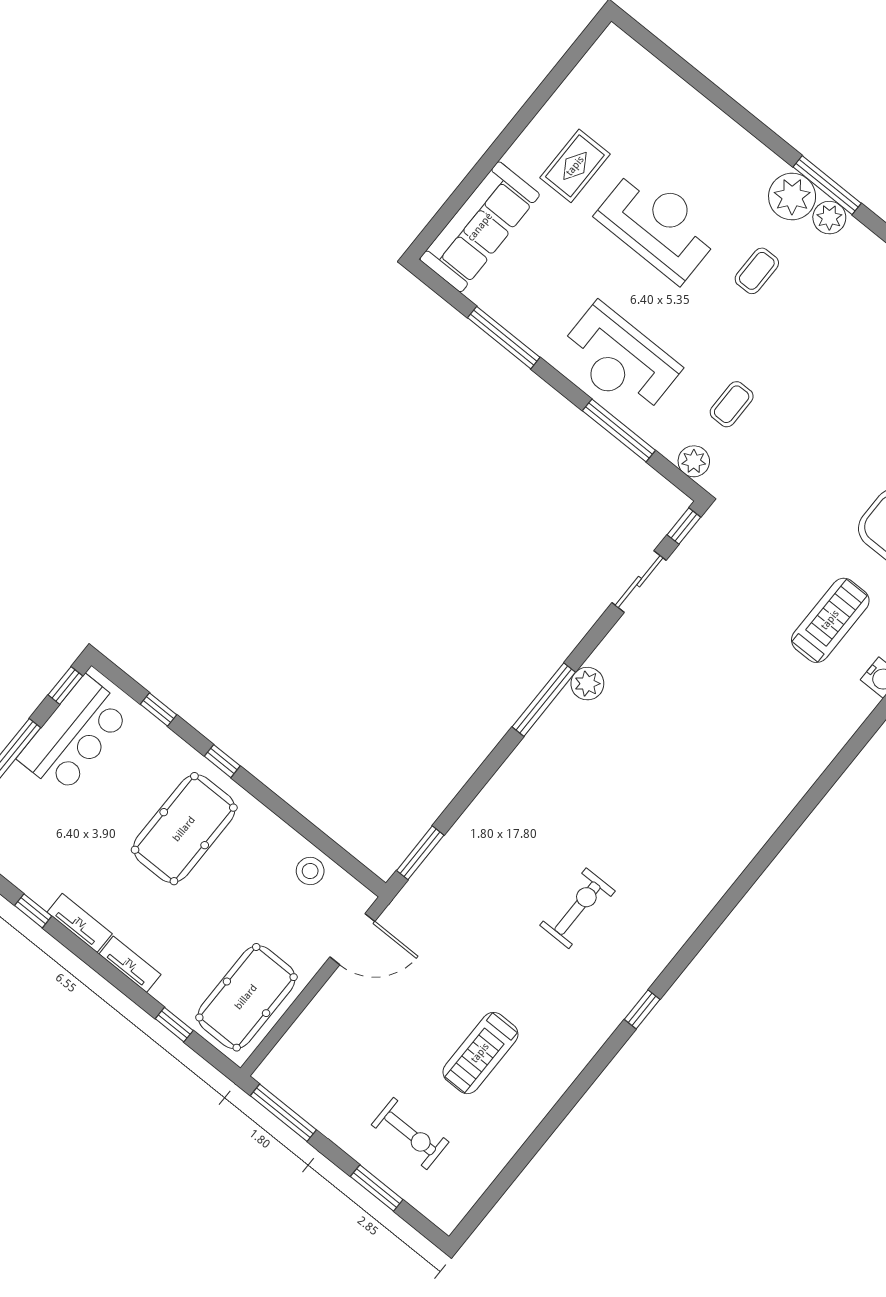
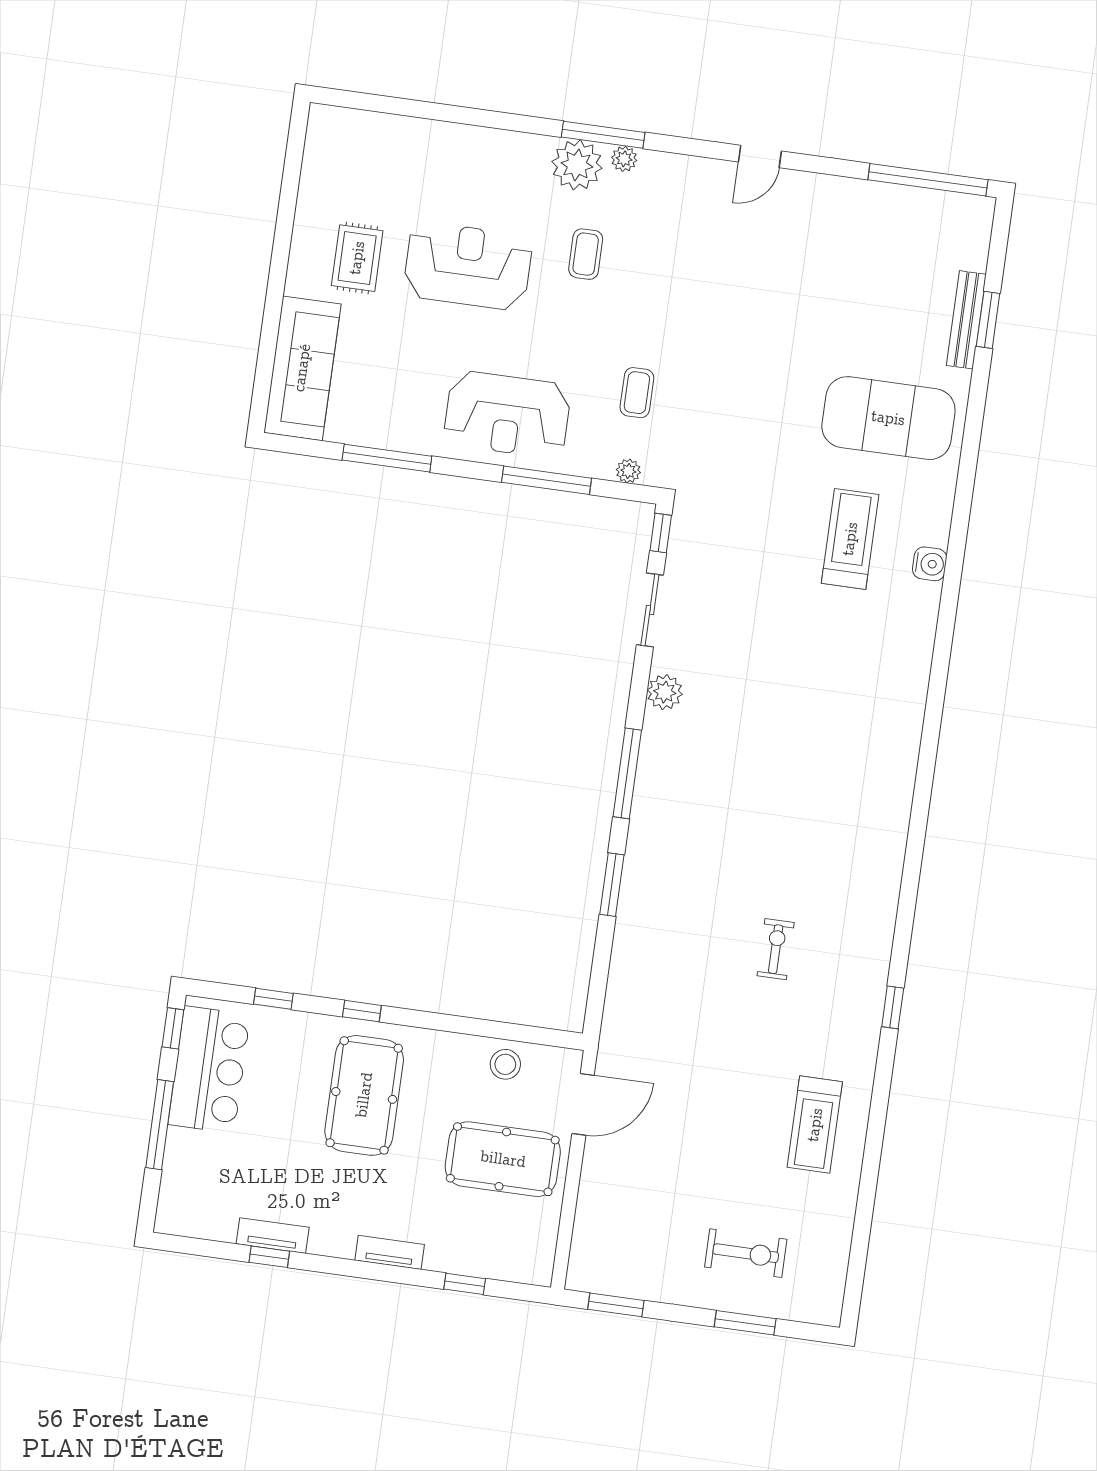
plant: (829, 218) -> (624, 159), width x0.73, depth x0.73
plant: (694, 461) -> (628, 471), width x0.73, depth x0.73
plant: (587, 684) -> (665, 692), moved
window: (420, 853) -> (612, 885), moved
exercise bike: (577, 908) -> (776, 949), width x0.73, depth x0.72
tv unit: (80, 923) -> (273, 1236), moved
pool table: (246, 997) -> (503, 1159), moved, turned 90
treadmill: (480, 1053) -> (815, 1125), moved
window: (283, 1113) -> (616, 1305), width x0.69

